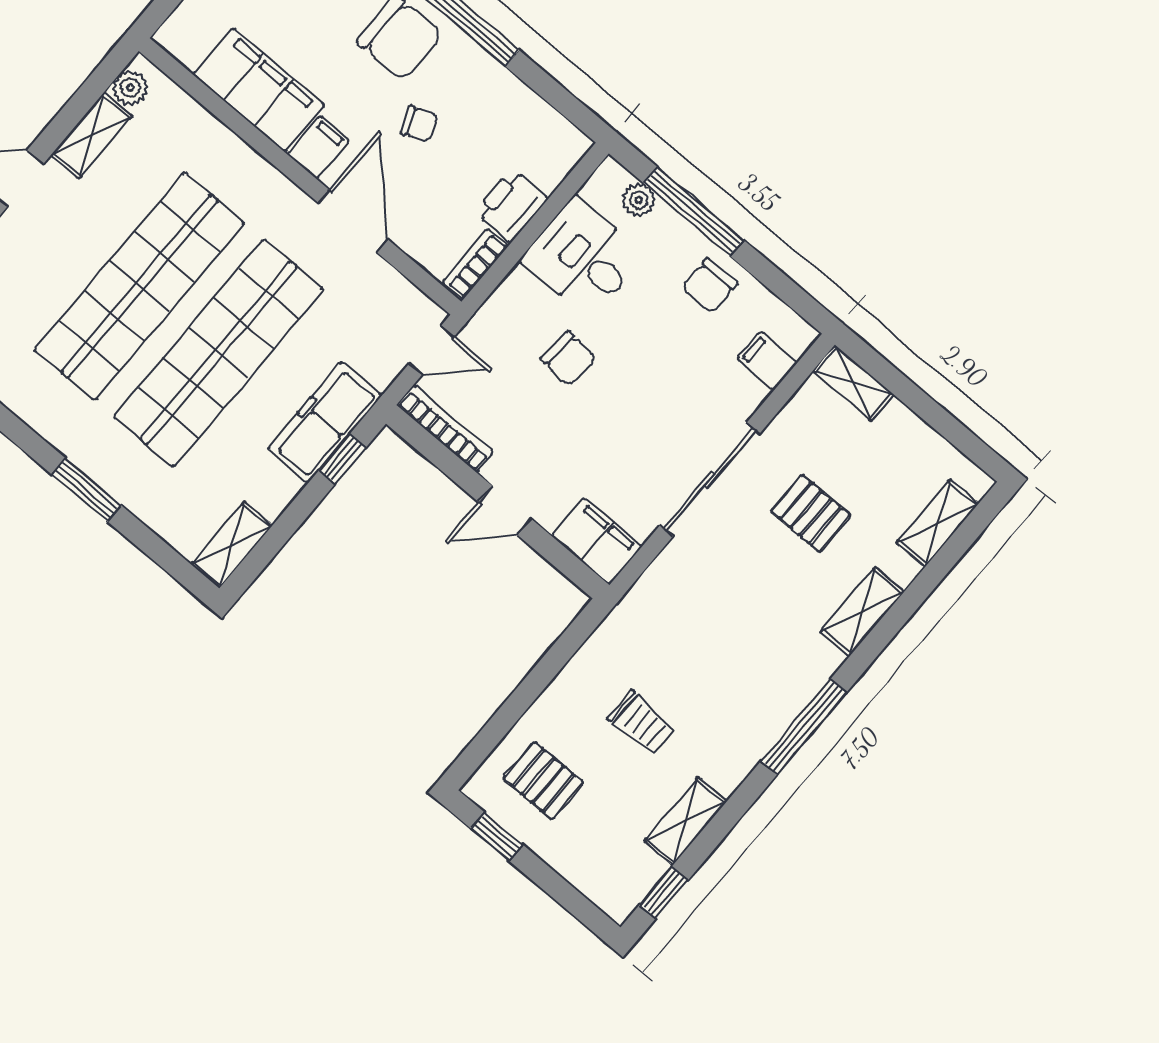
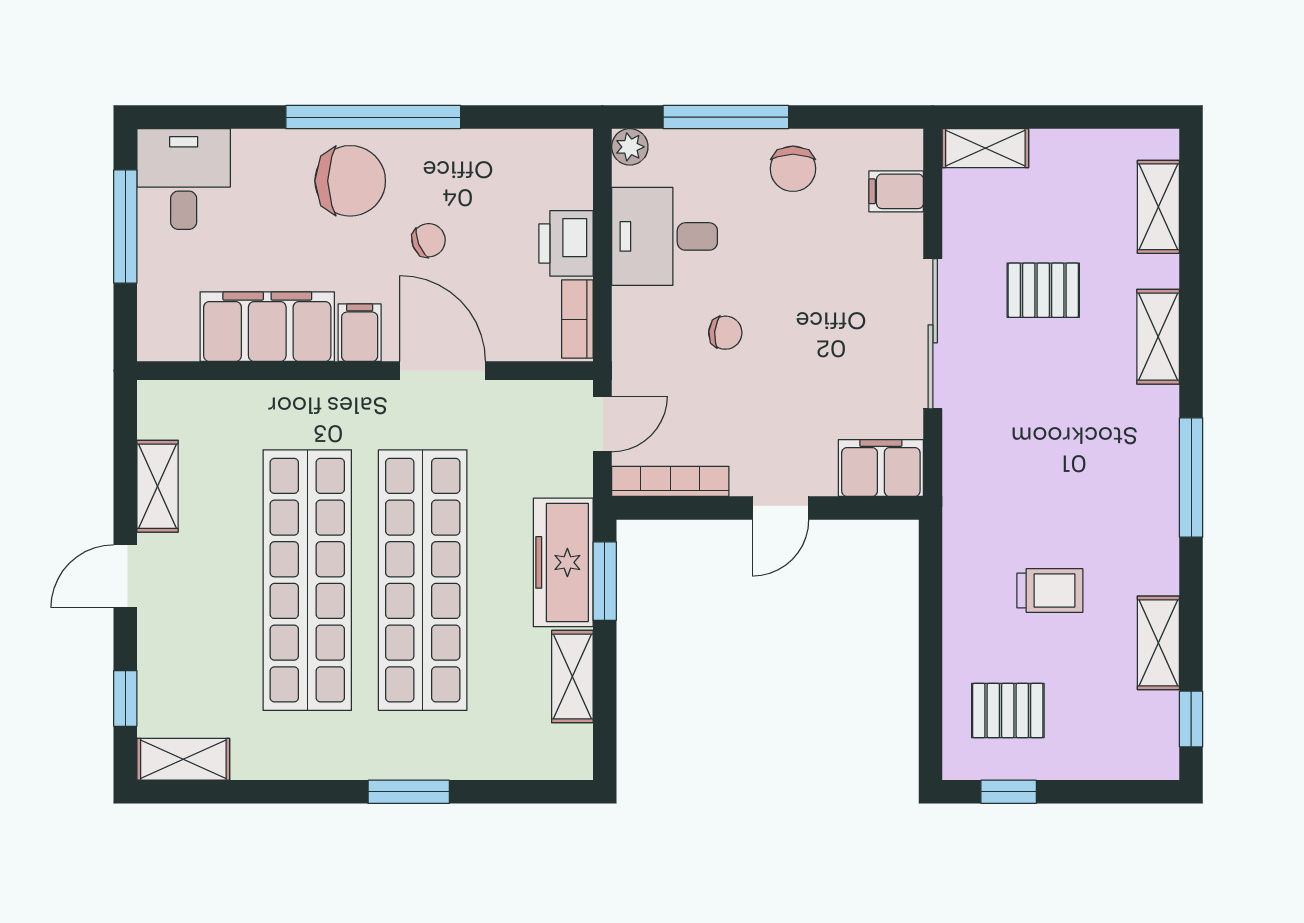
plant: (130, 88) -> (156, 417), removed
plant: (639, 200) -> (630, 147), moved
chair: (569, 359) -> (725, 333), width x0.73, depth x0.73
window: (342, 459) -> (605, 581), width x1.50
shelving: (232, 545) -> (572, 677), moved

